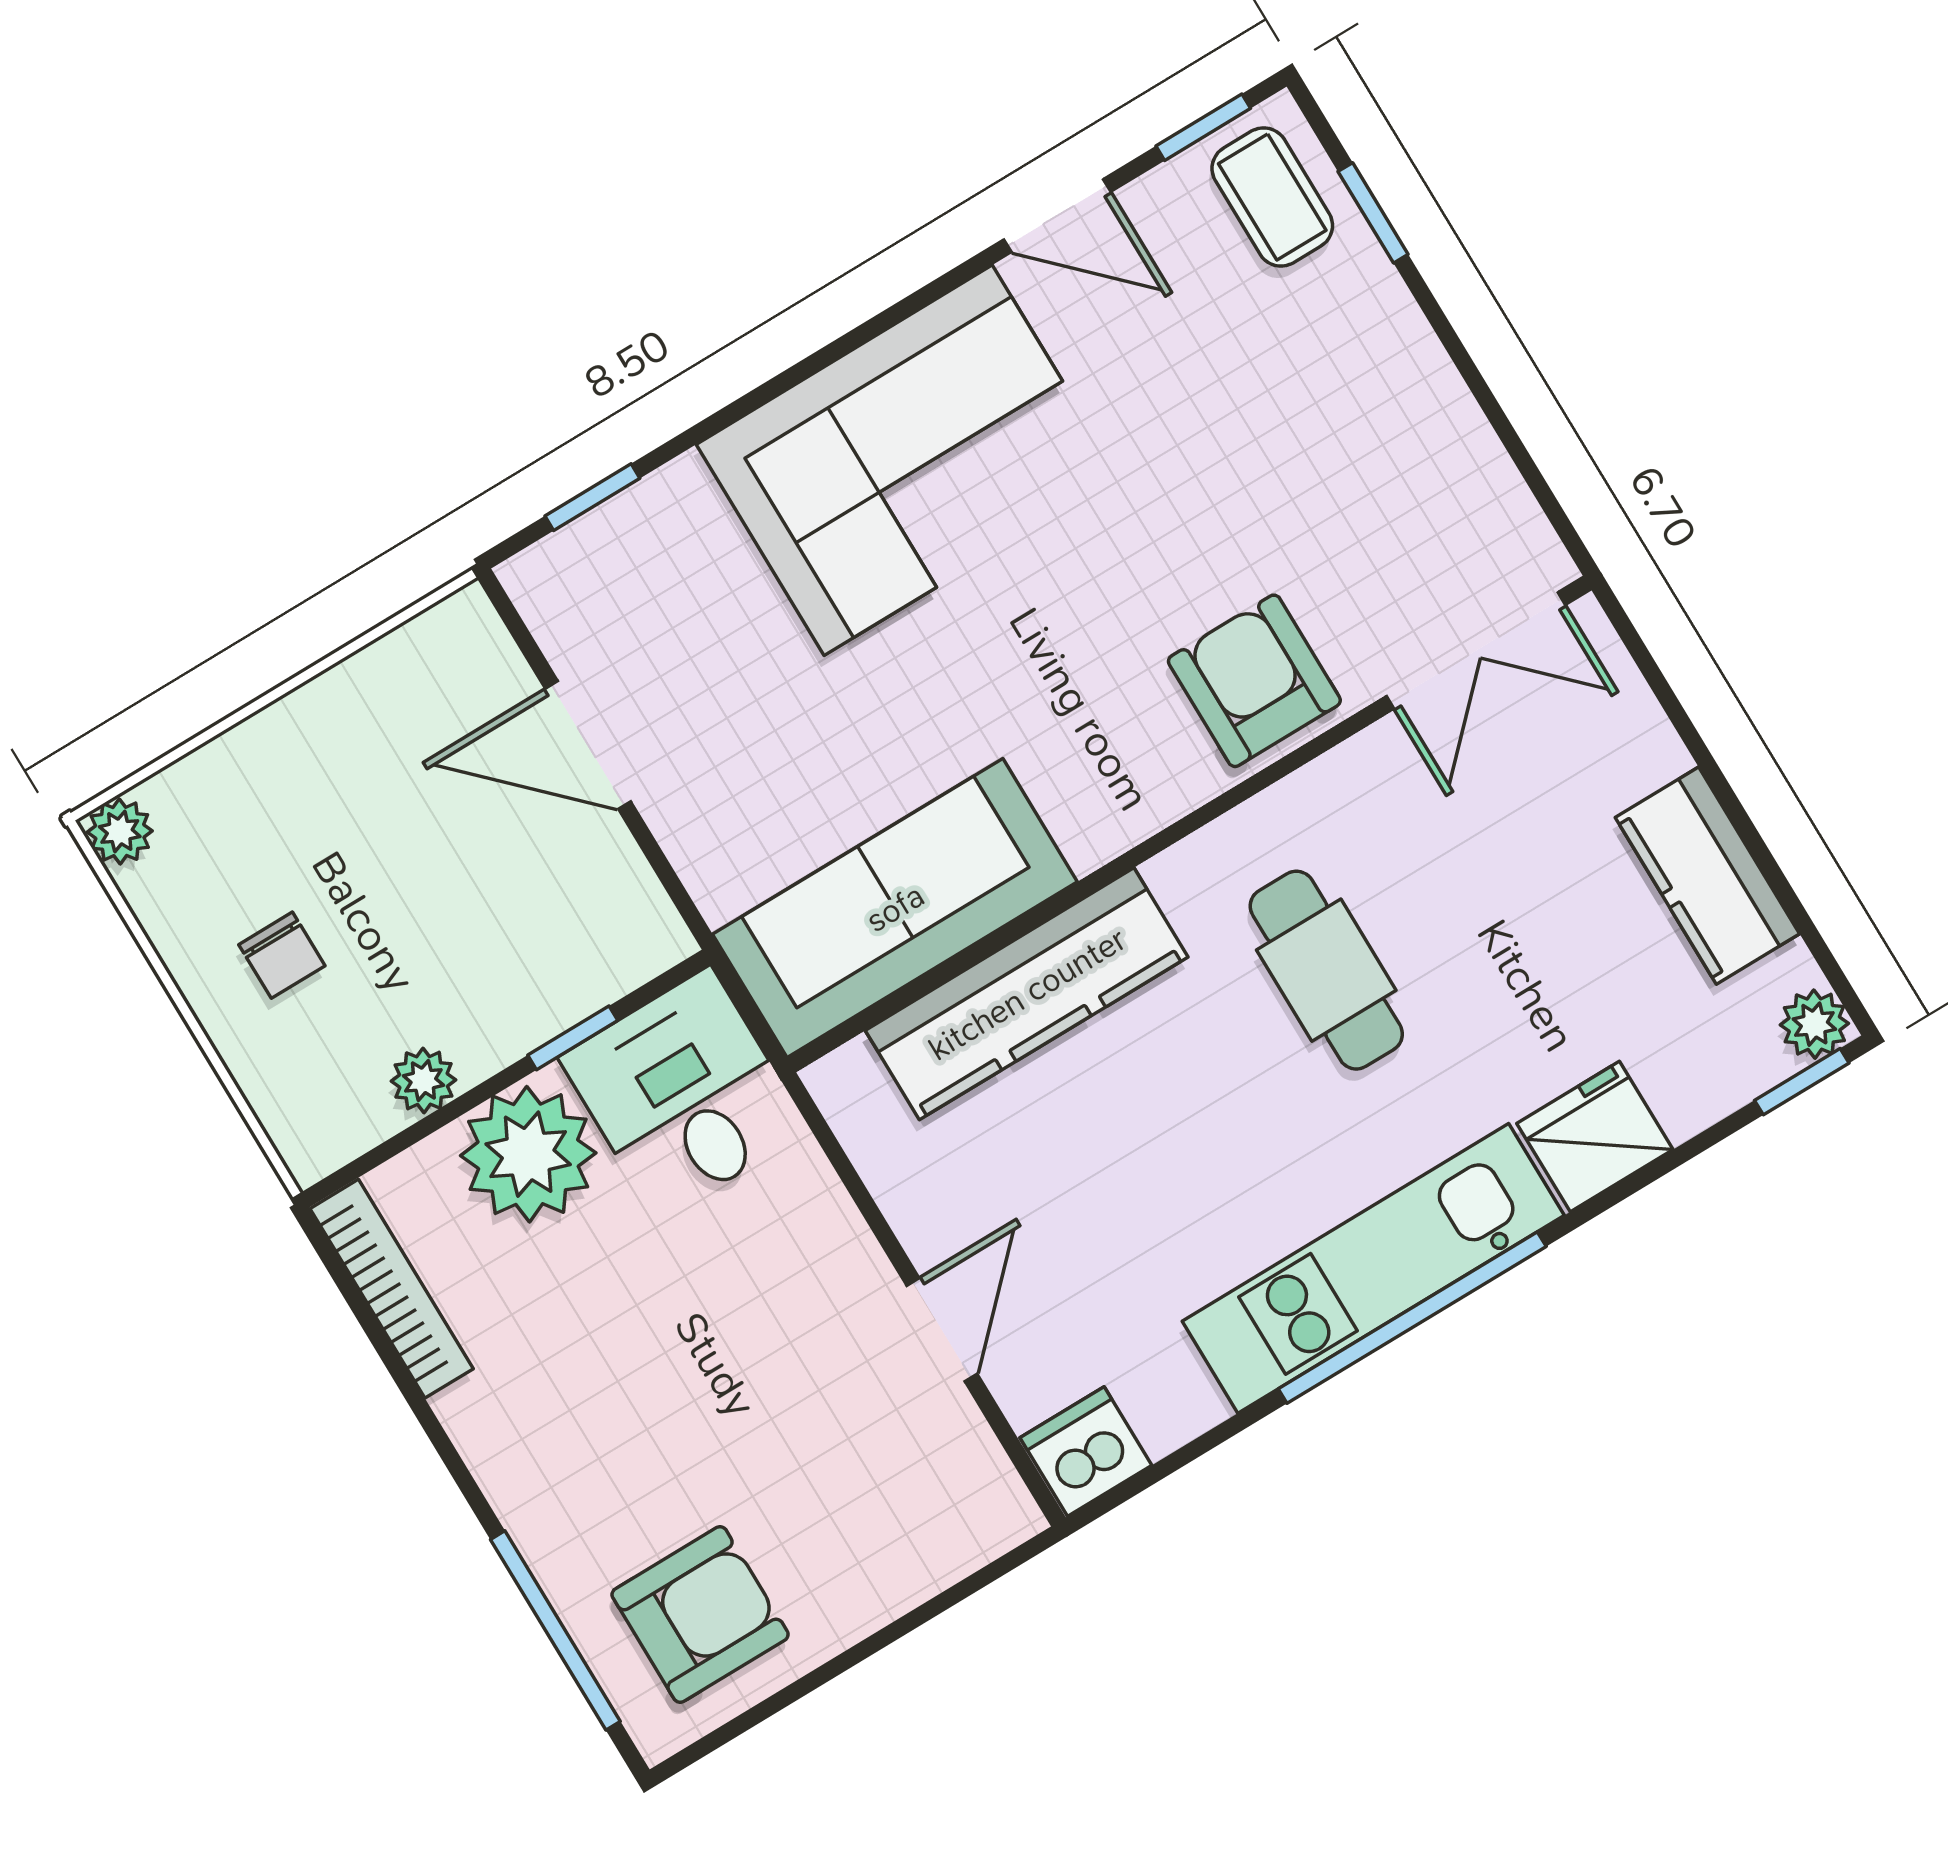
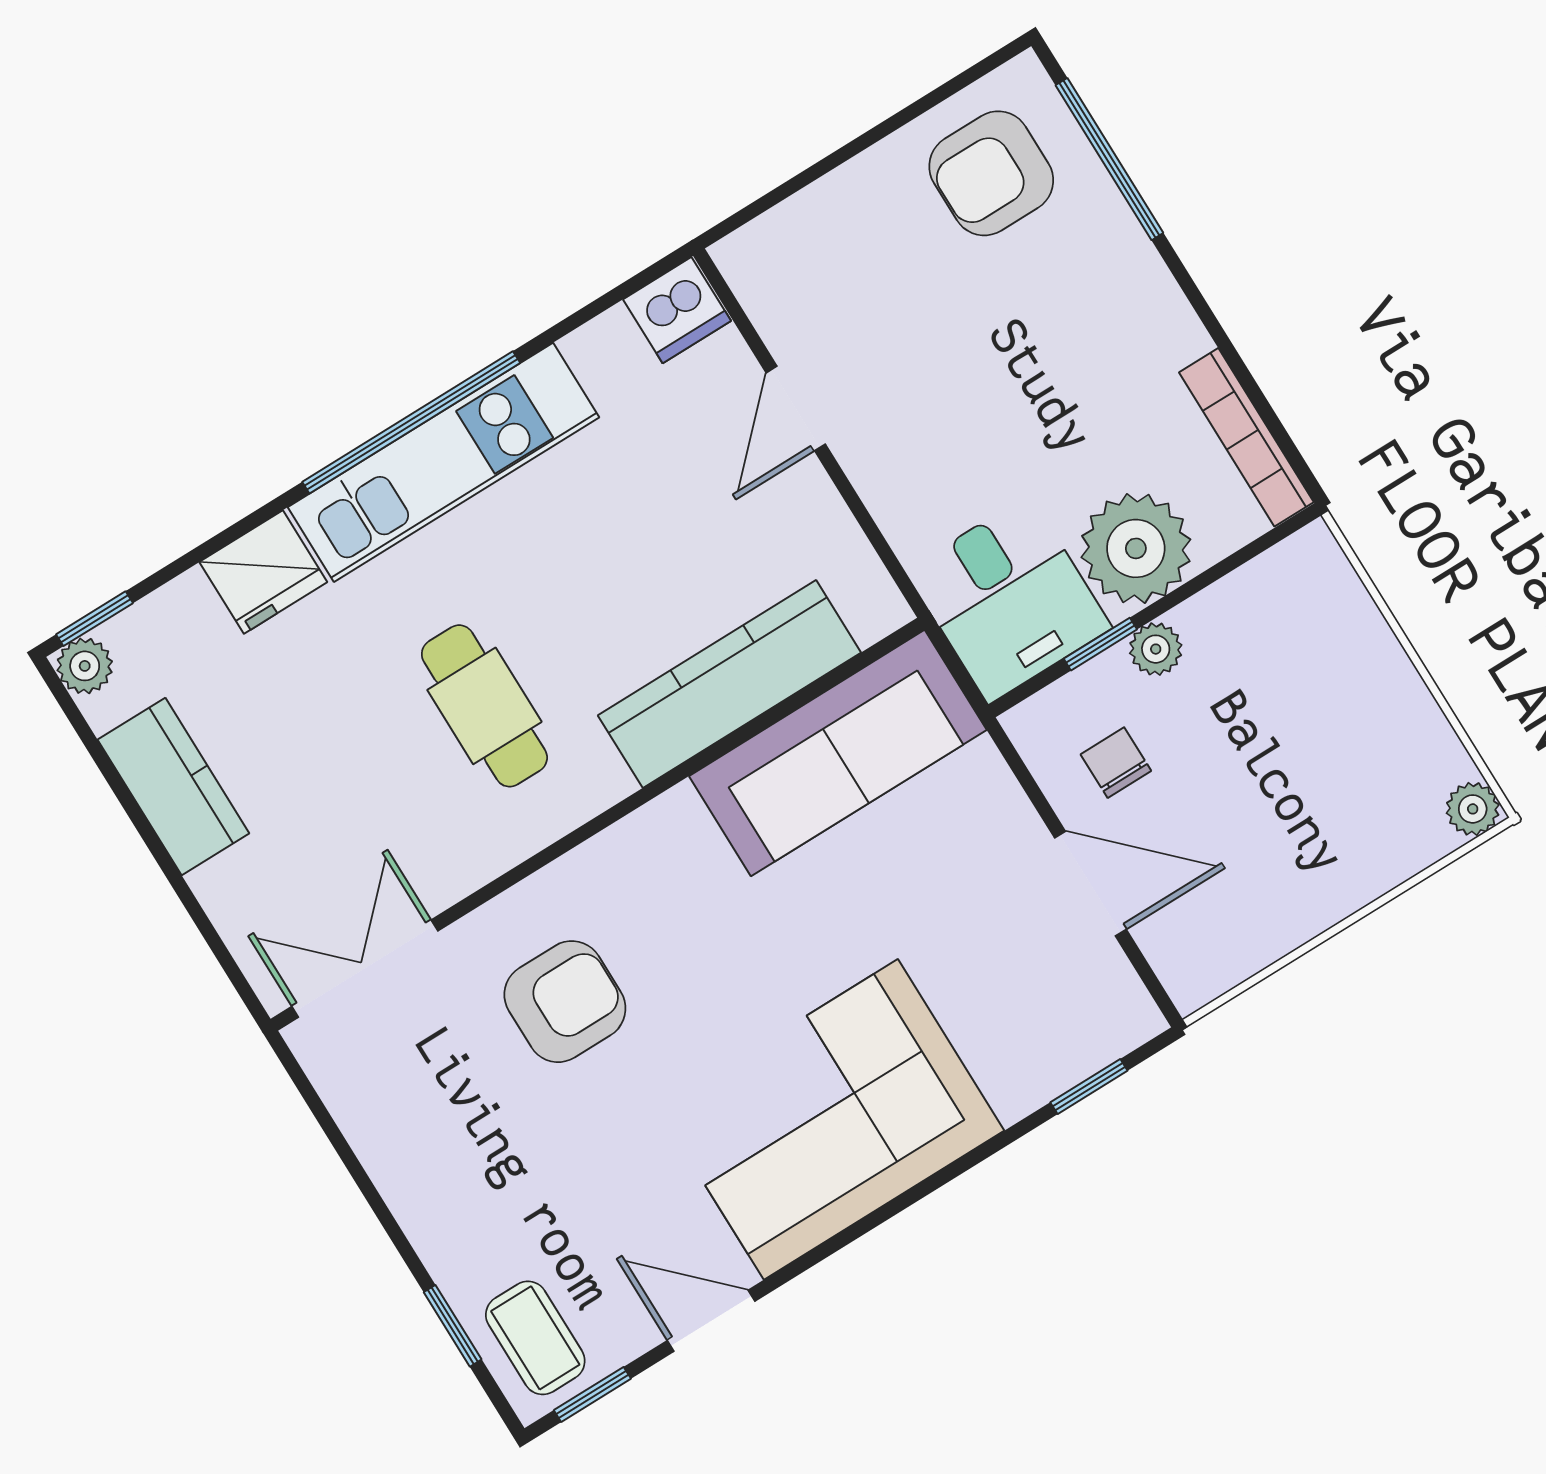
armchair: (1254, 681) -> (565, 1002), moved, turned -90
chair: (282, 955) -> (1116, 763), moved
plant: (423, 1080) -> (1156, 649), moved

